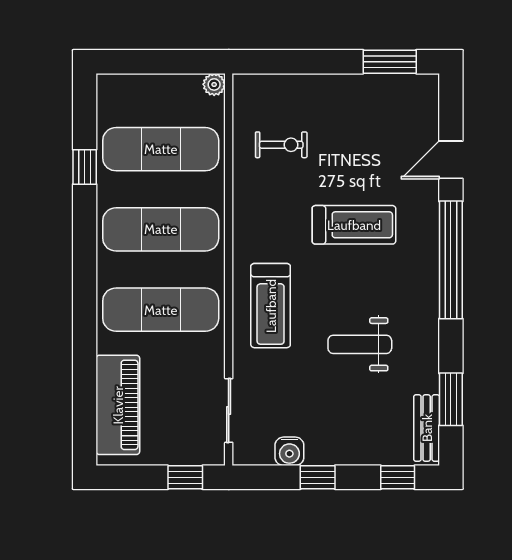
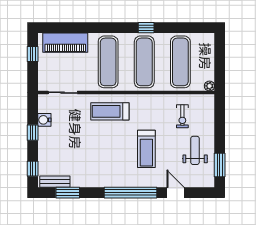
window: (85, 167) -> (146, 28), moved
weight bench: (360, 344) -> (195, 150), moved
window: (185, 477) -> (33, 54), moved

